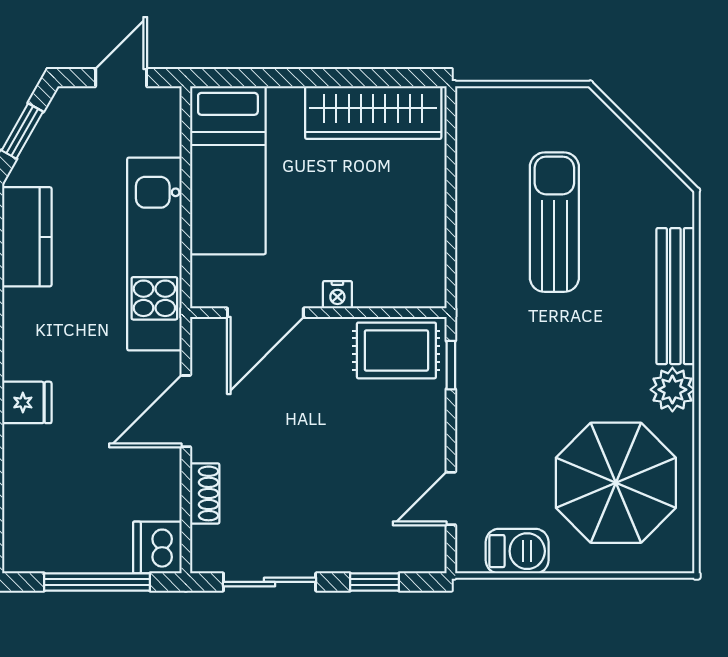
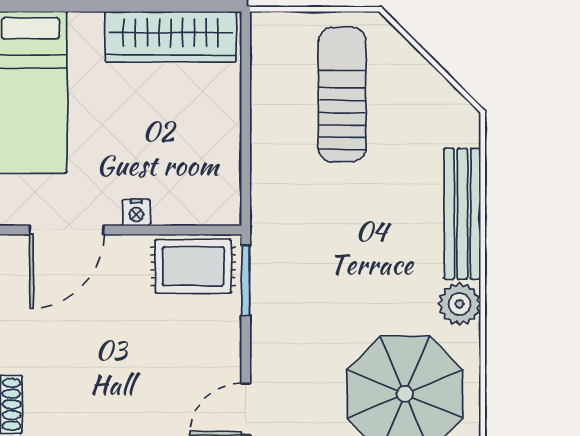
sun lounger: (554, 222) -> (342, 95), moved
window: (451, 365) -> (246, 280), width x1.50

